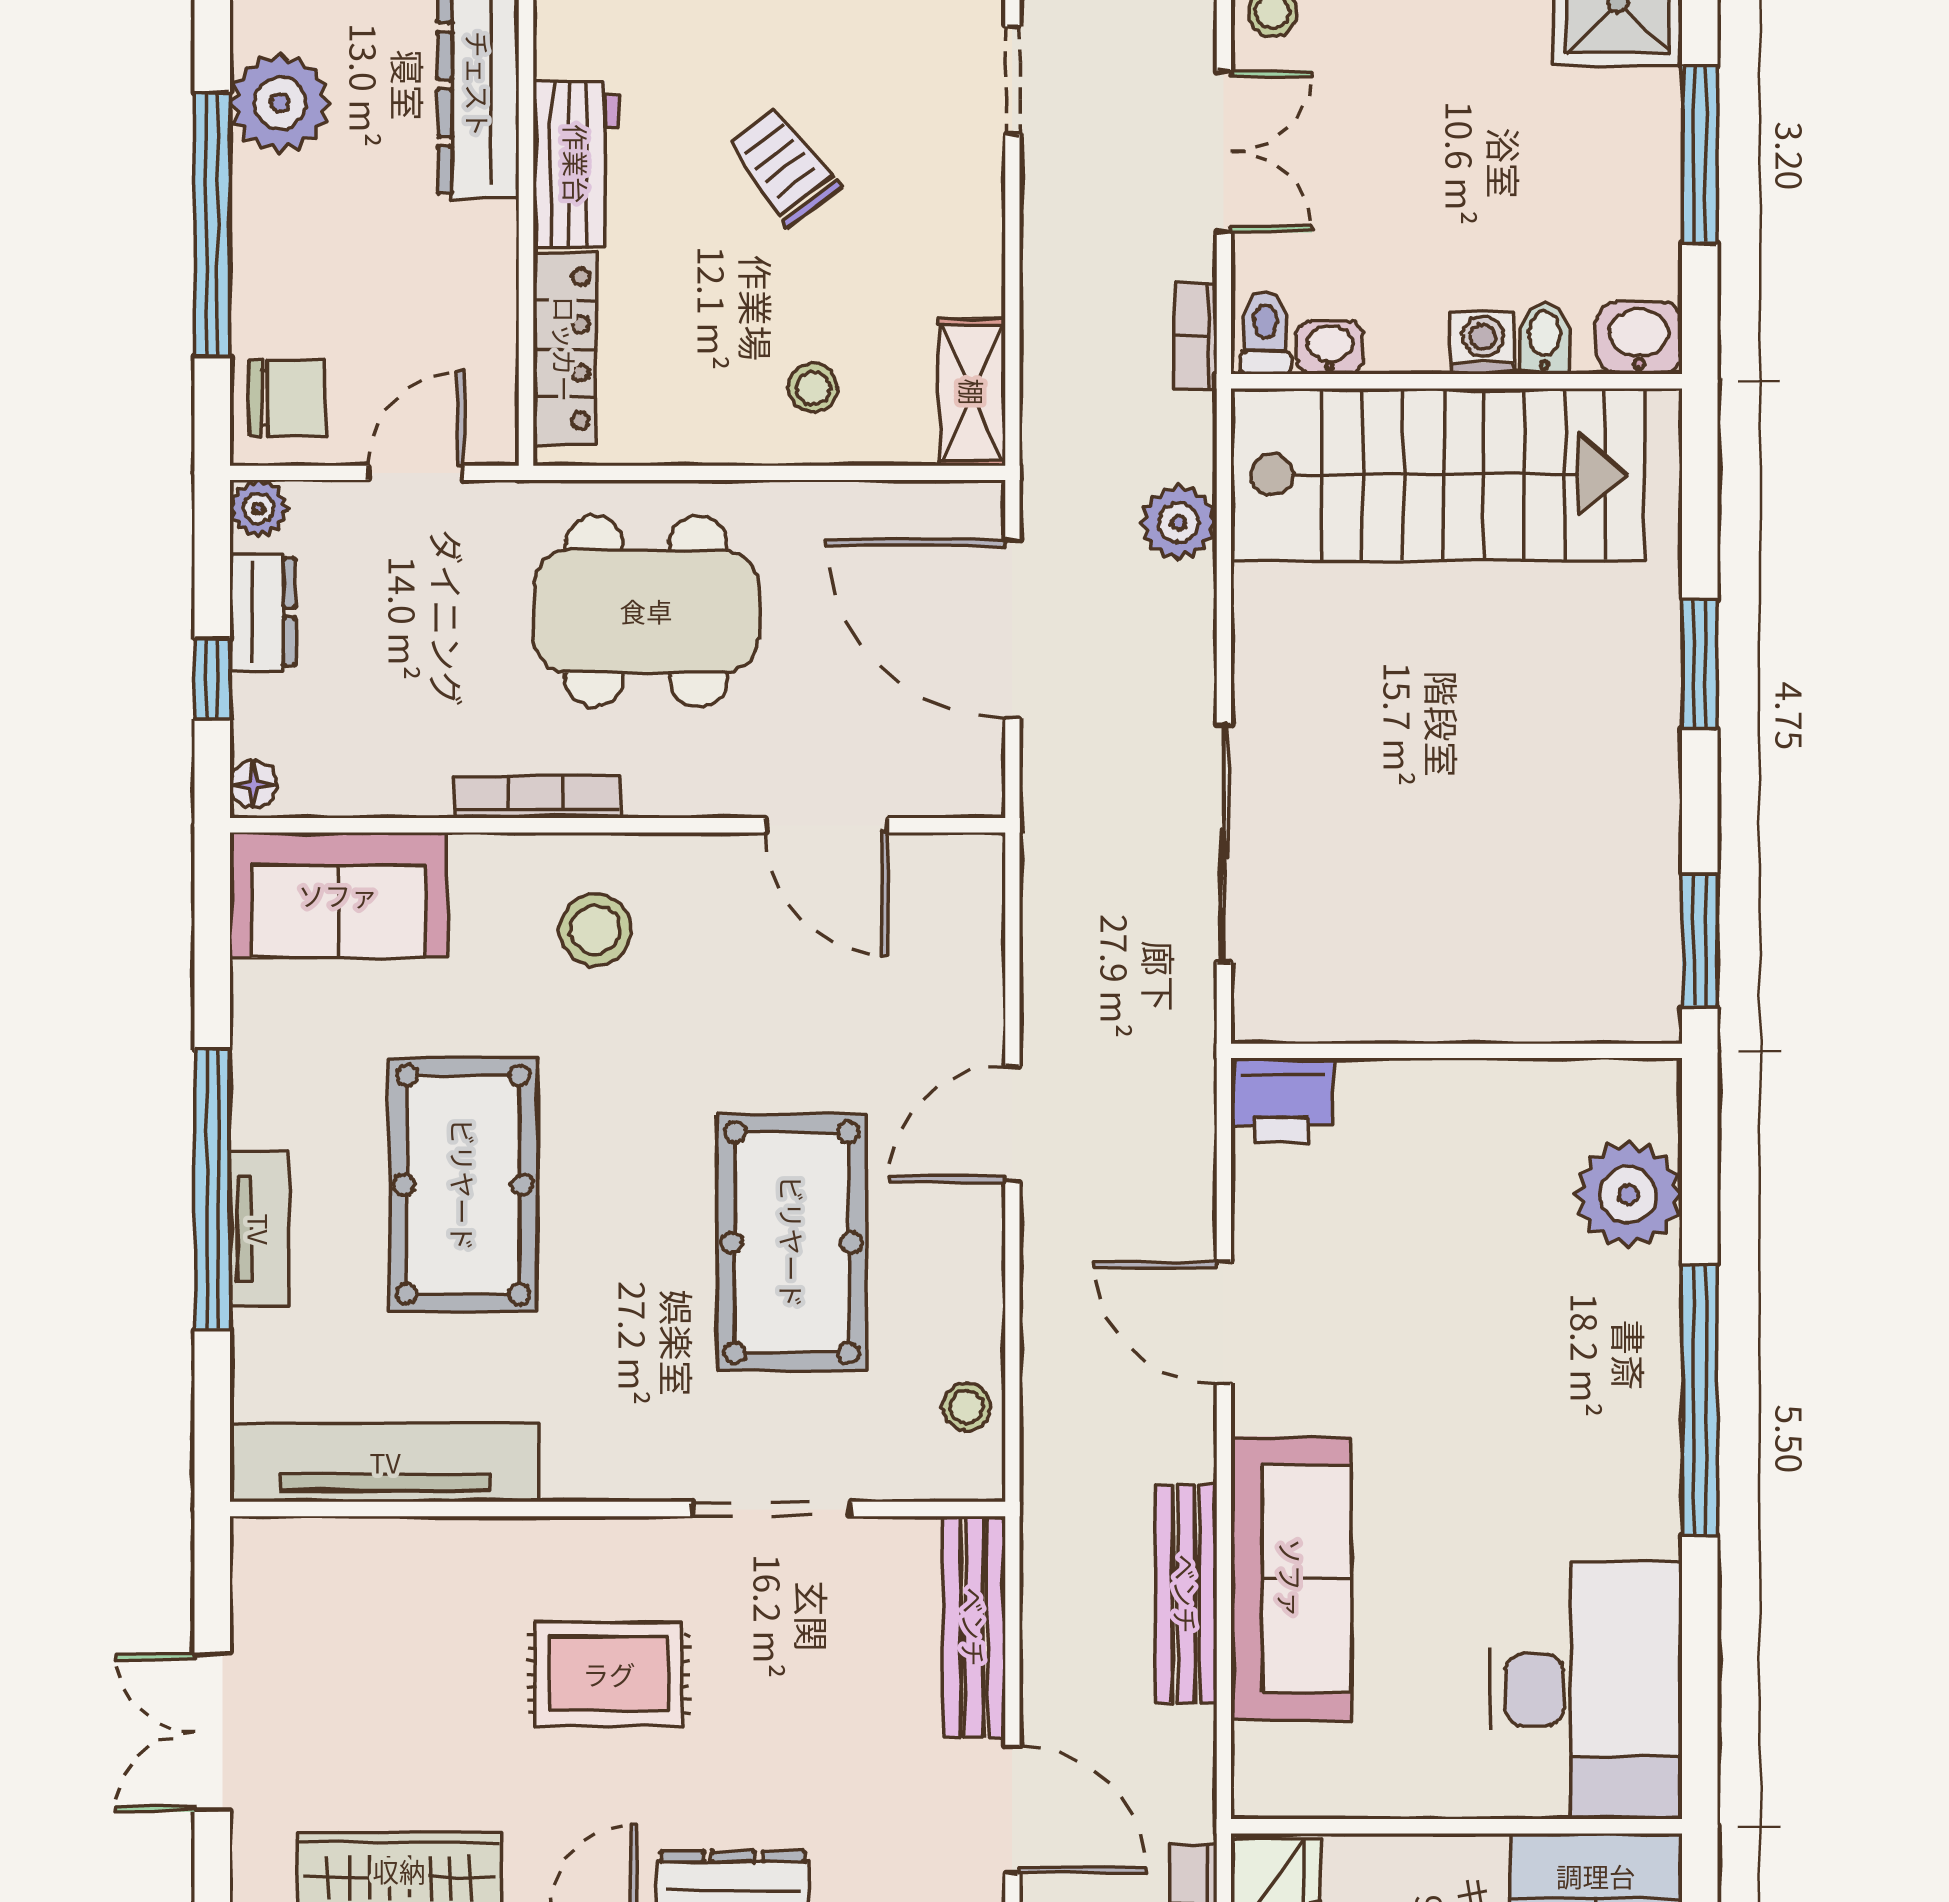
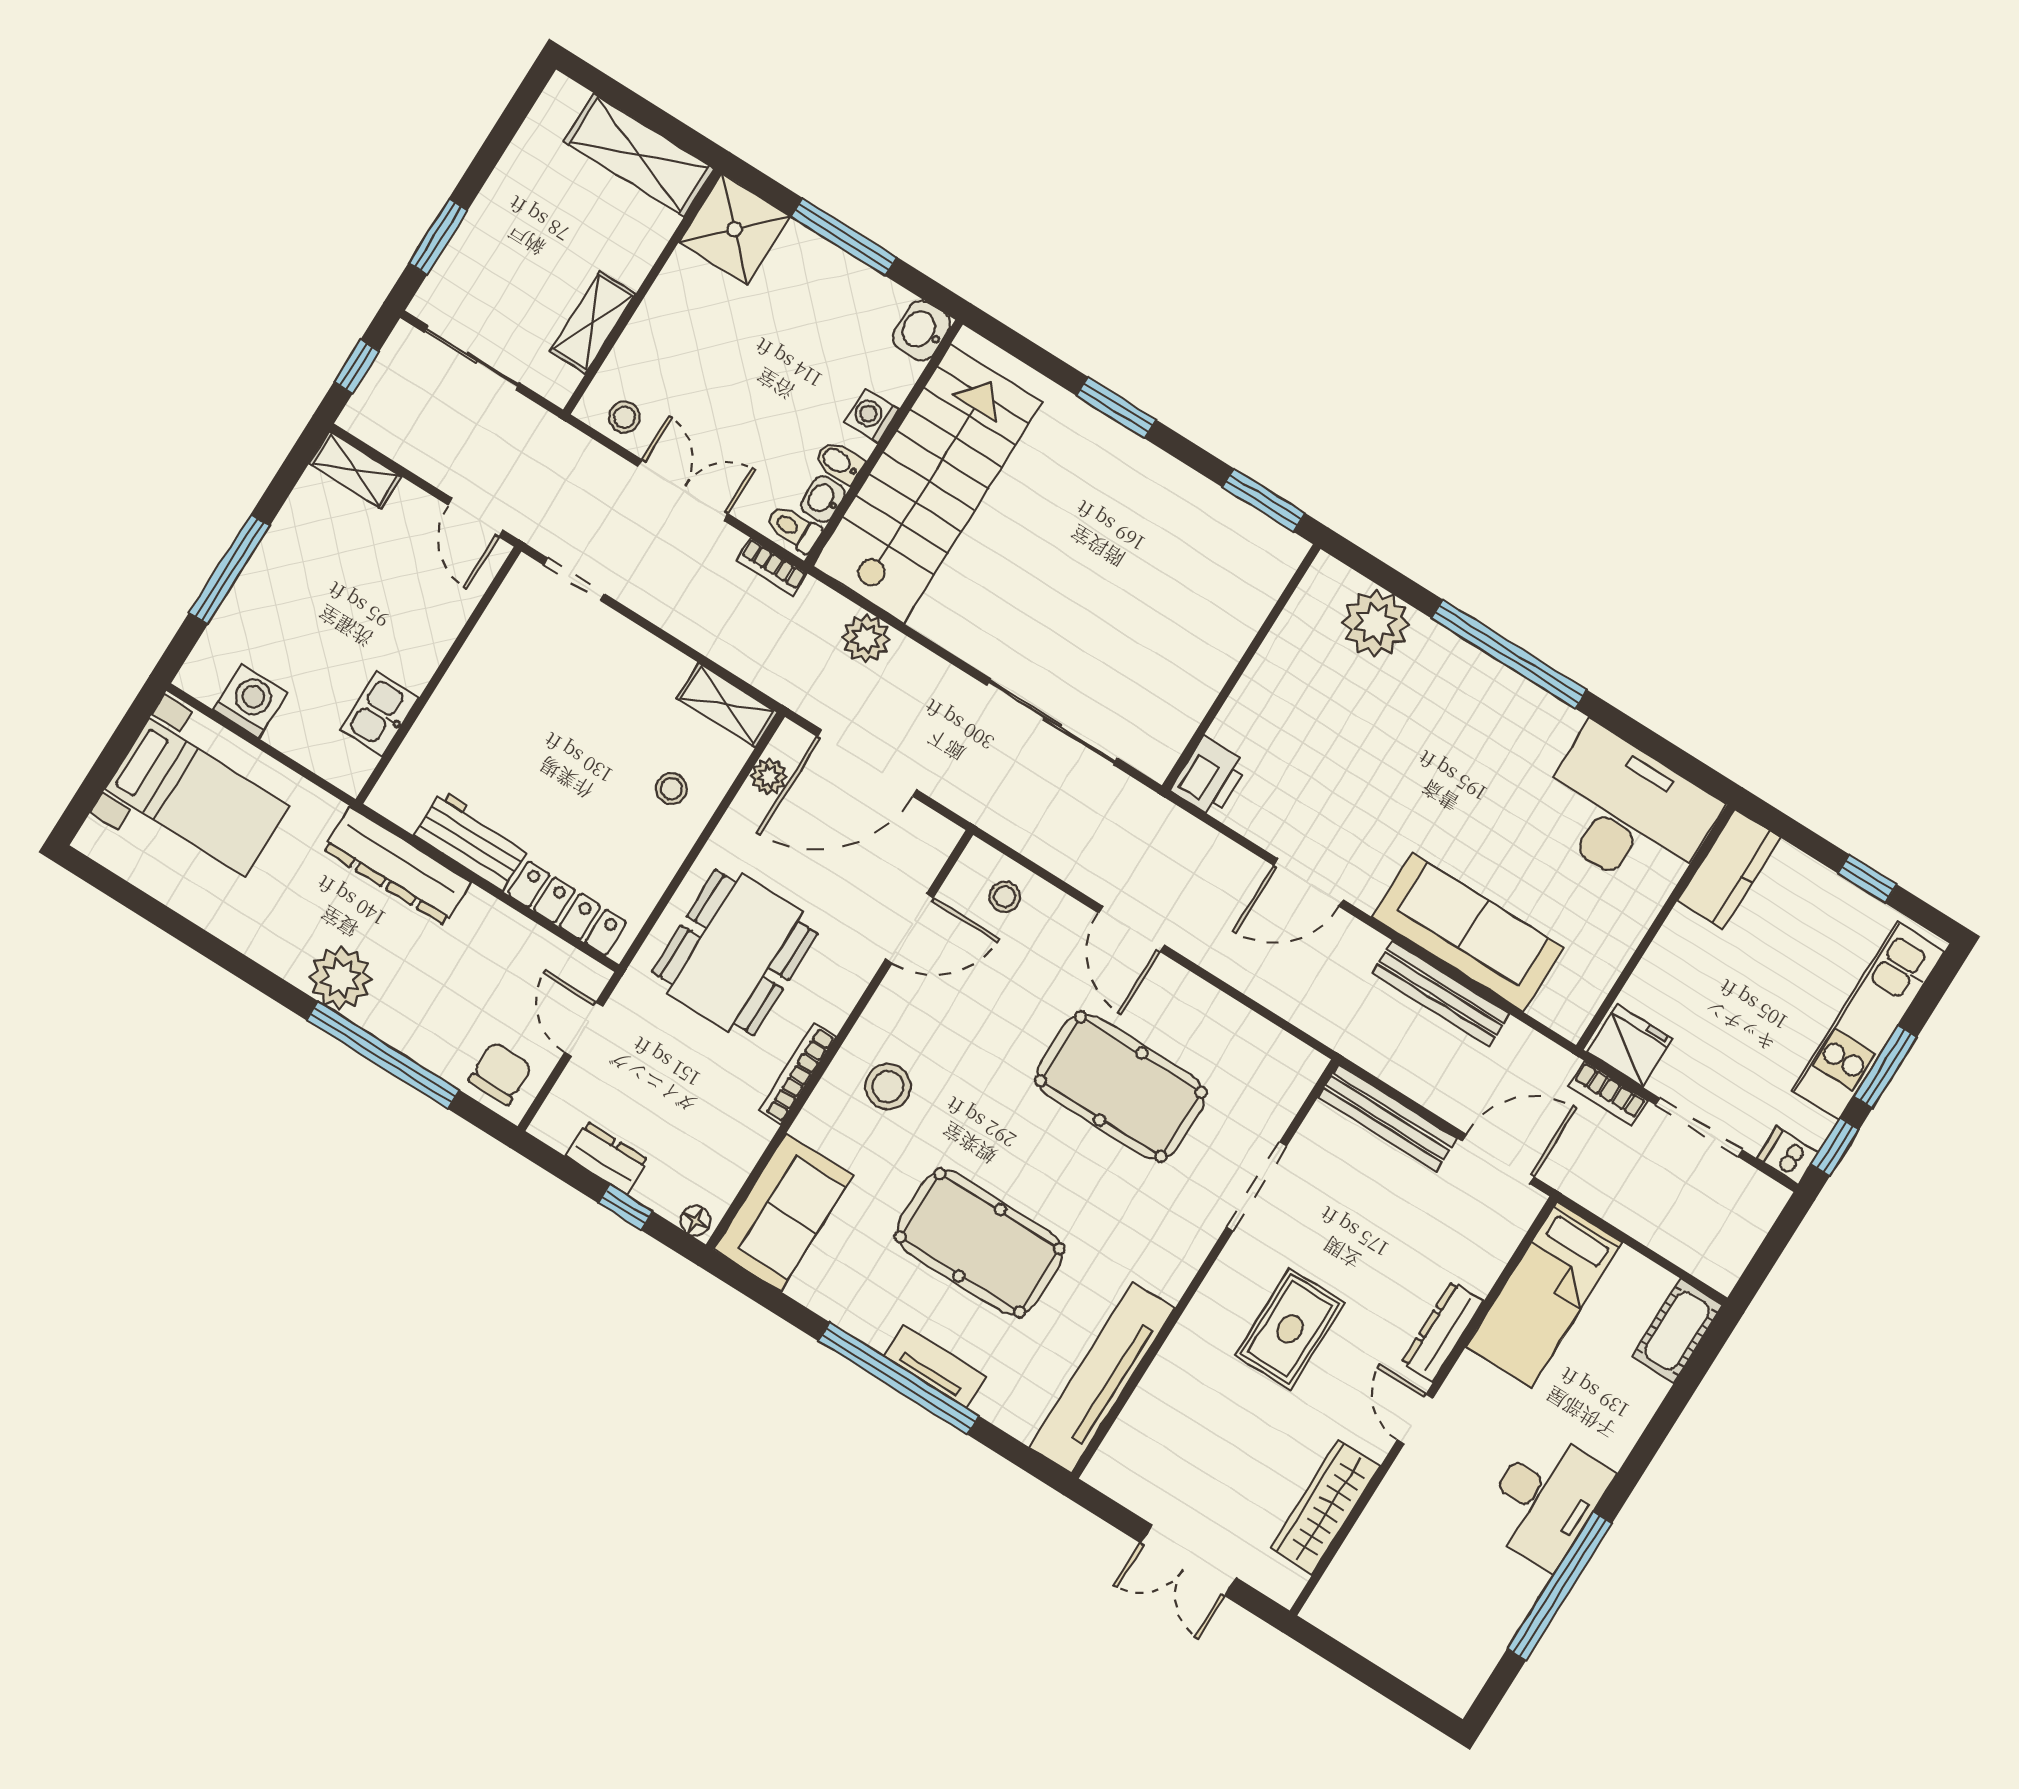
trolley: (784, 167) -> (543, 730), removed
bidet: (1544, 338) -> (839, 462), moved
plant: (259, 509) -> (769, 776), moved
stool: (967, 1407) -> (1005, 897), moved

